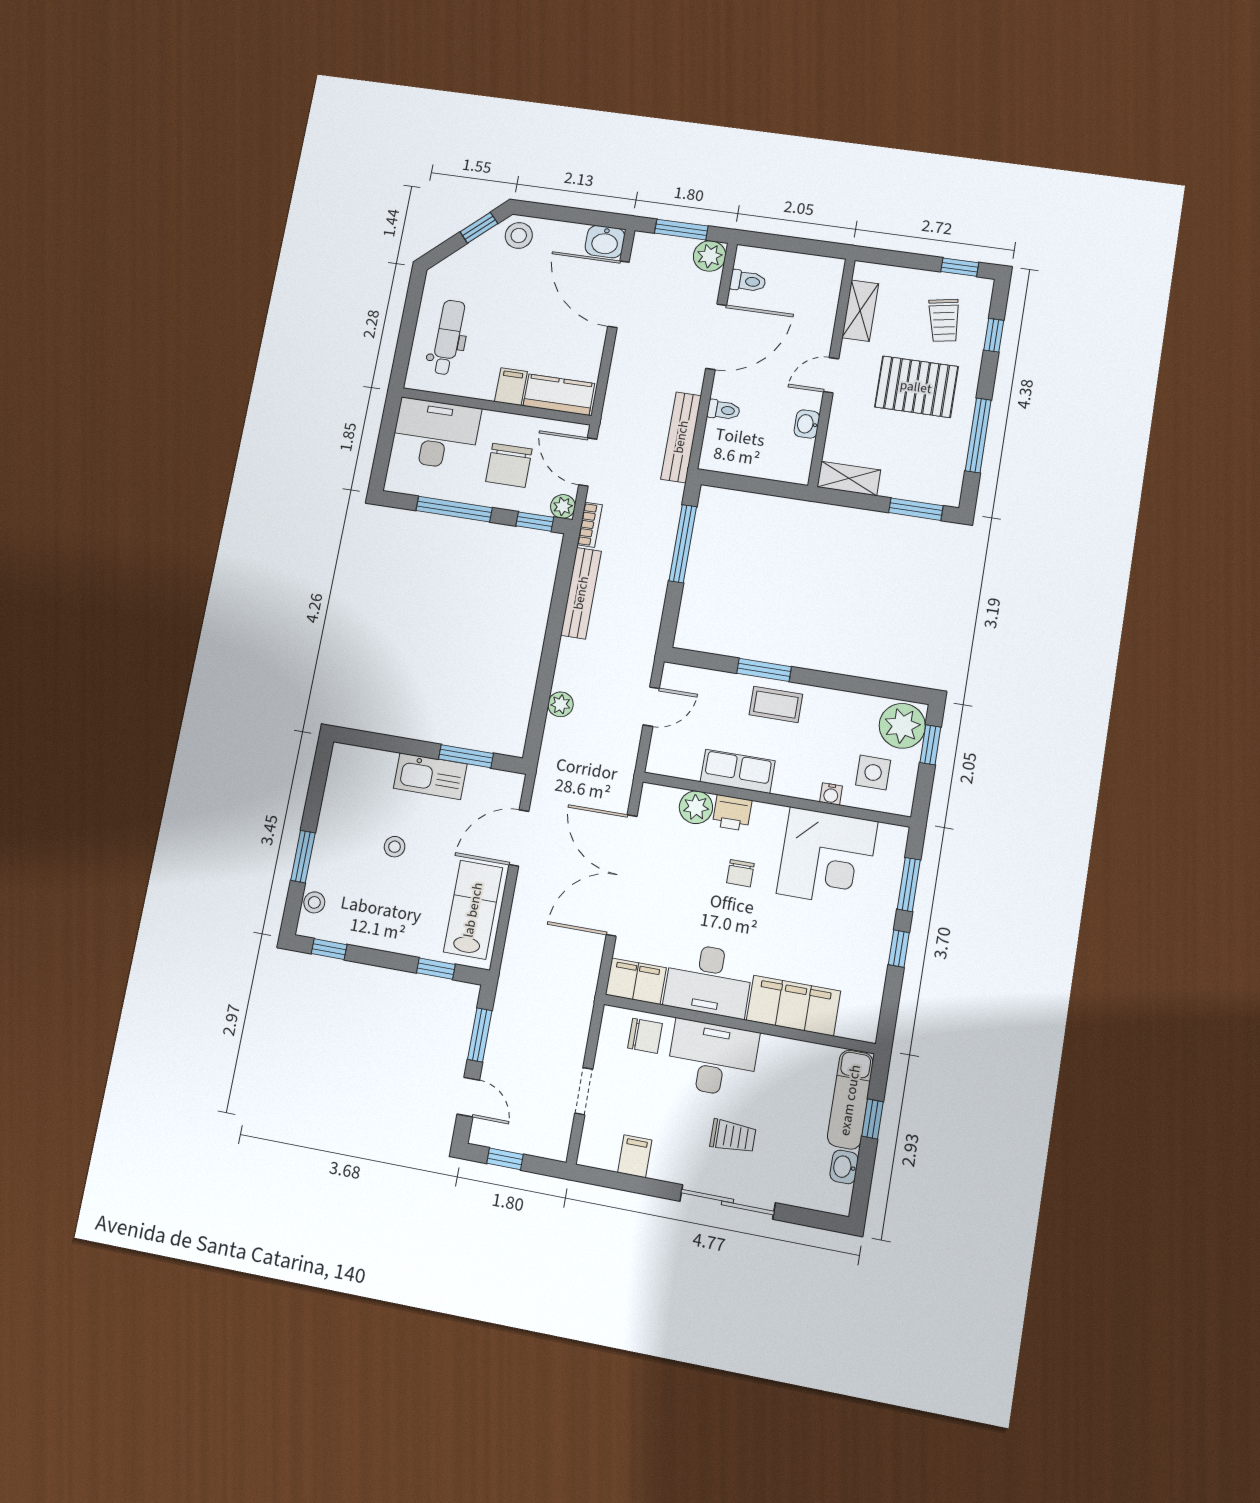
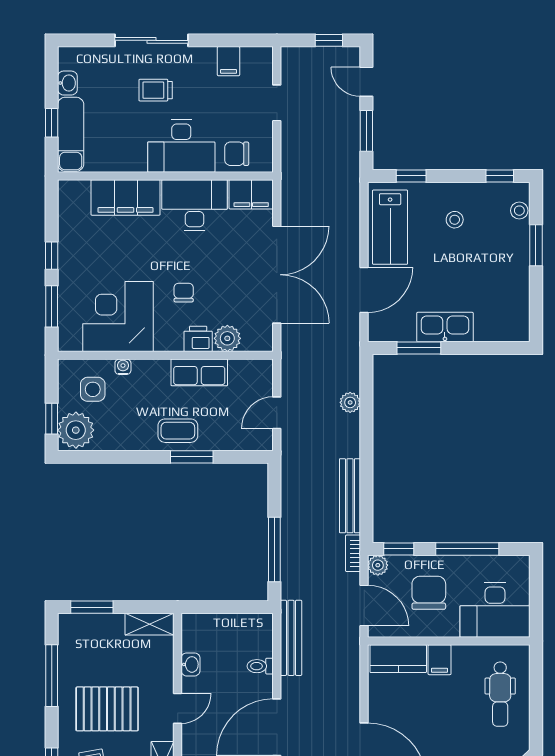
stool: (395, 847) -> (455, 220), moved

